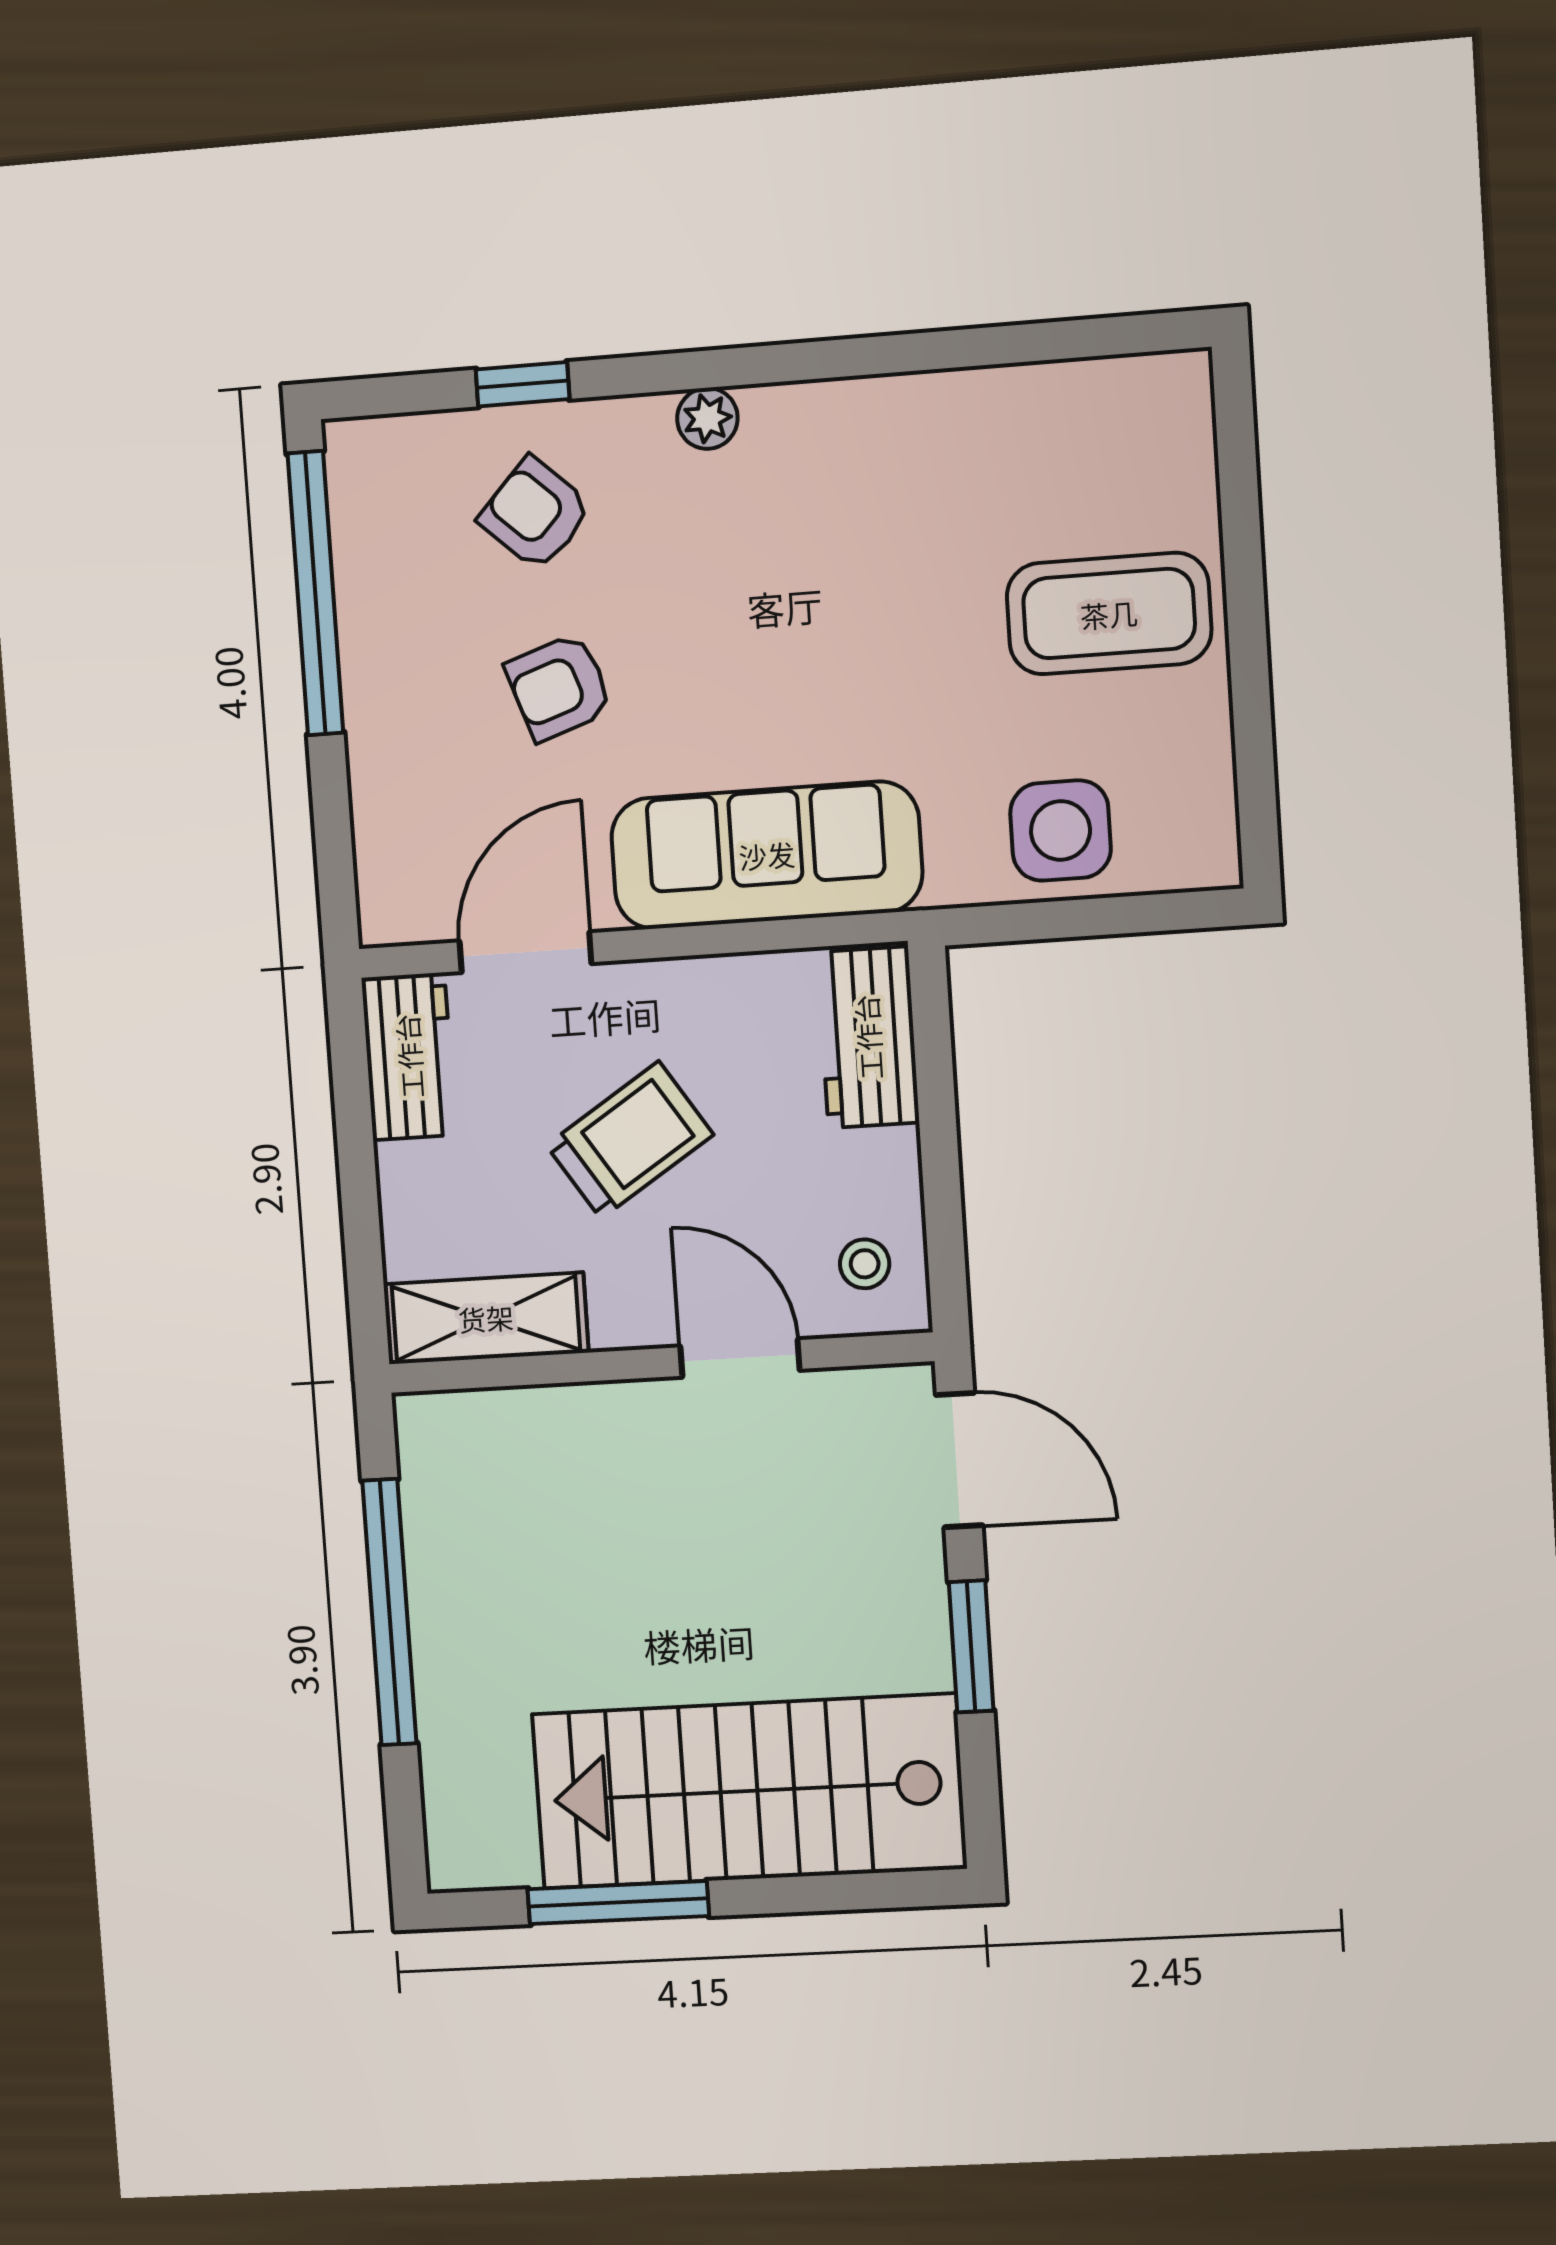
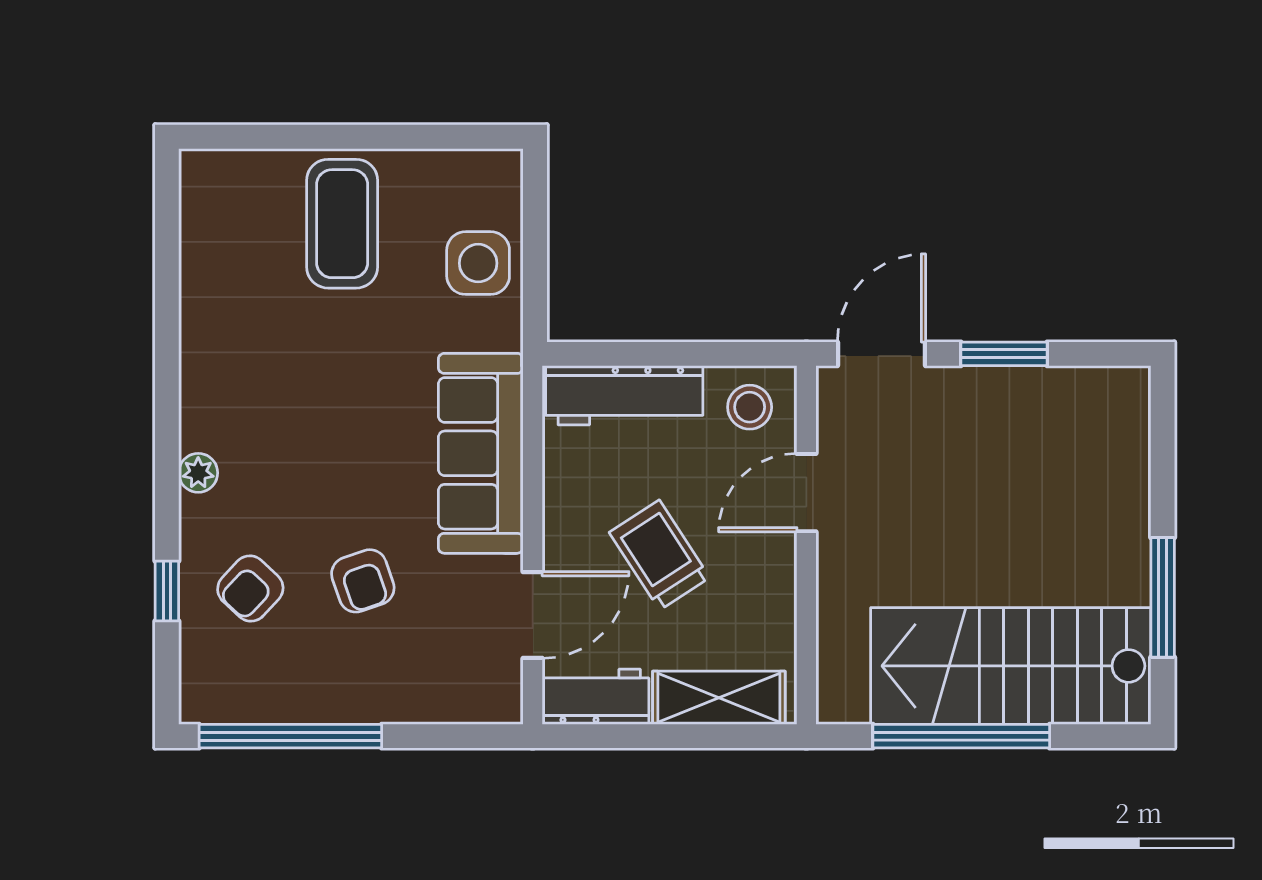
door: (525, 952) -> (533, 615), swing flipped
workbench: (868, 1037) -> (624, 395), width x1.38
stool: (865, 1264) -> (750, 407), width x1.37, depth x1.37
shelving: (486, 1318) -> (719, 698), moved, turned 90
stairs: (749, 1791) -> (1011, 666), moved, turned 90

